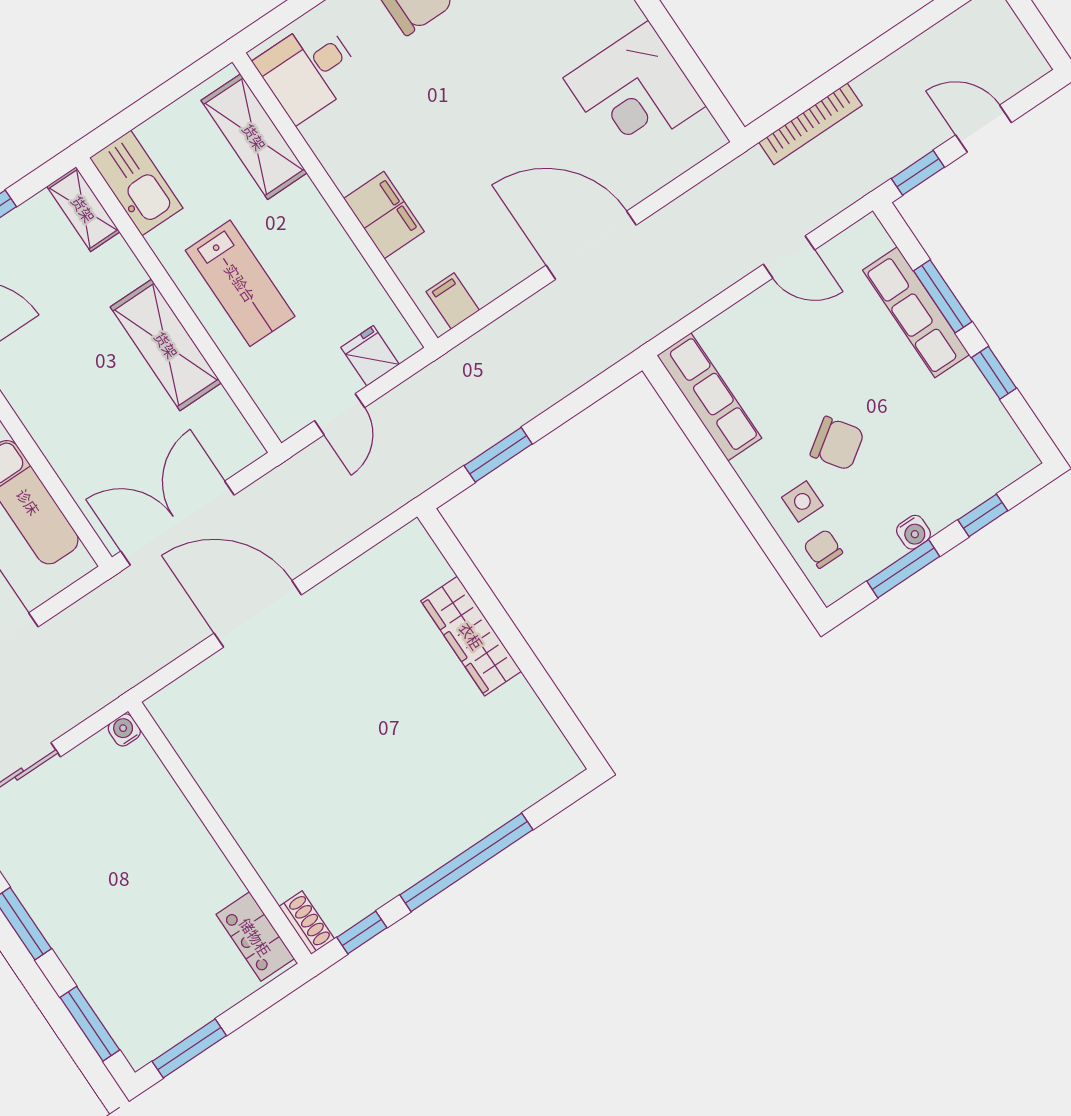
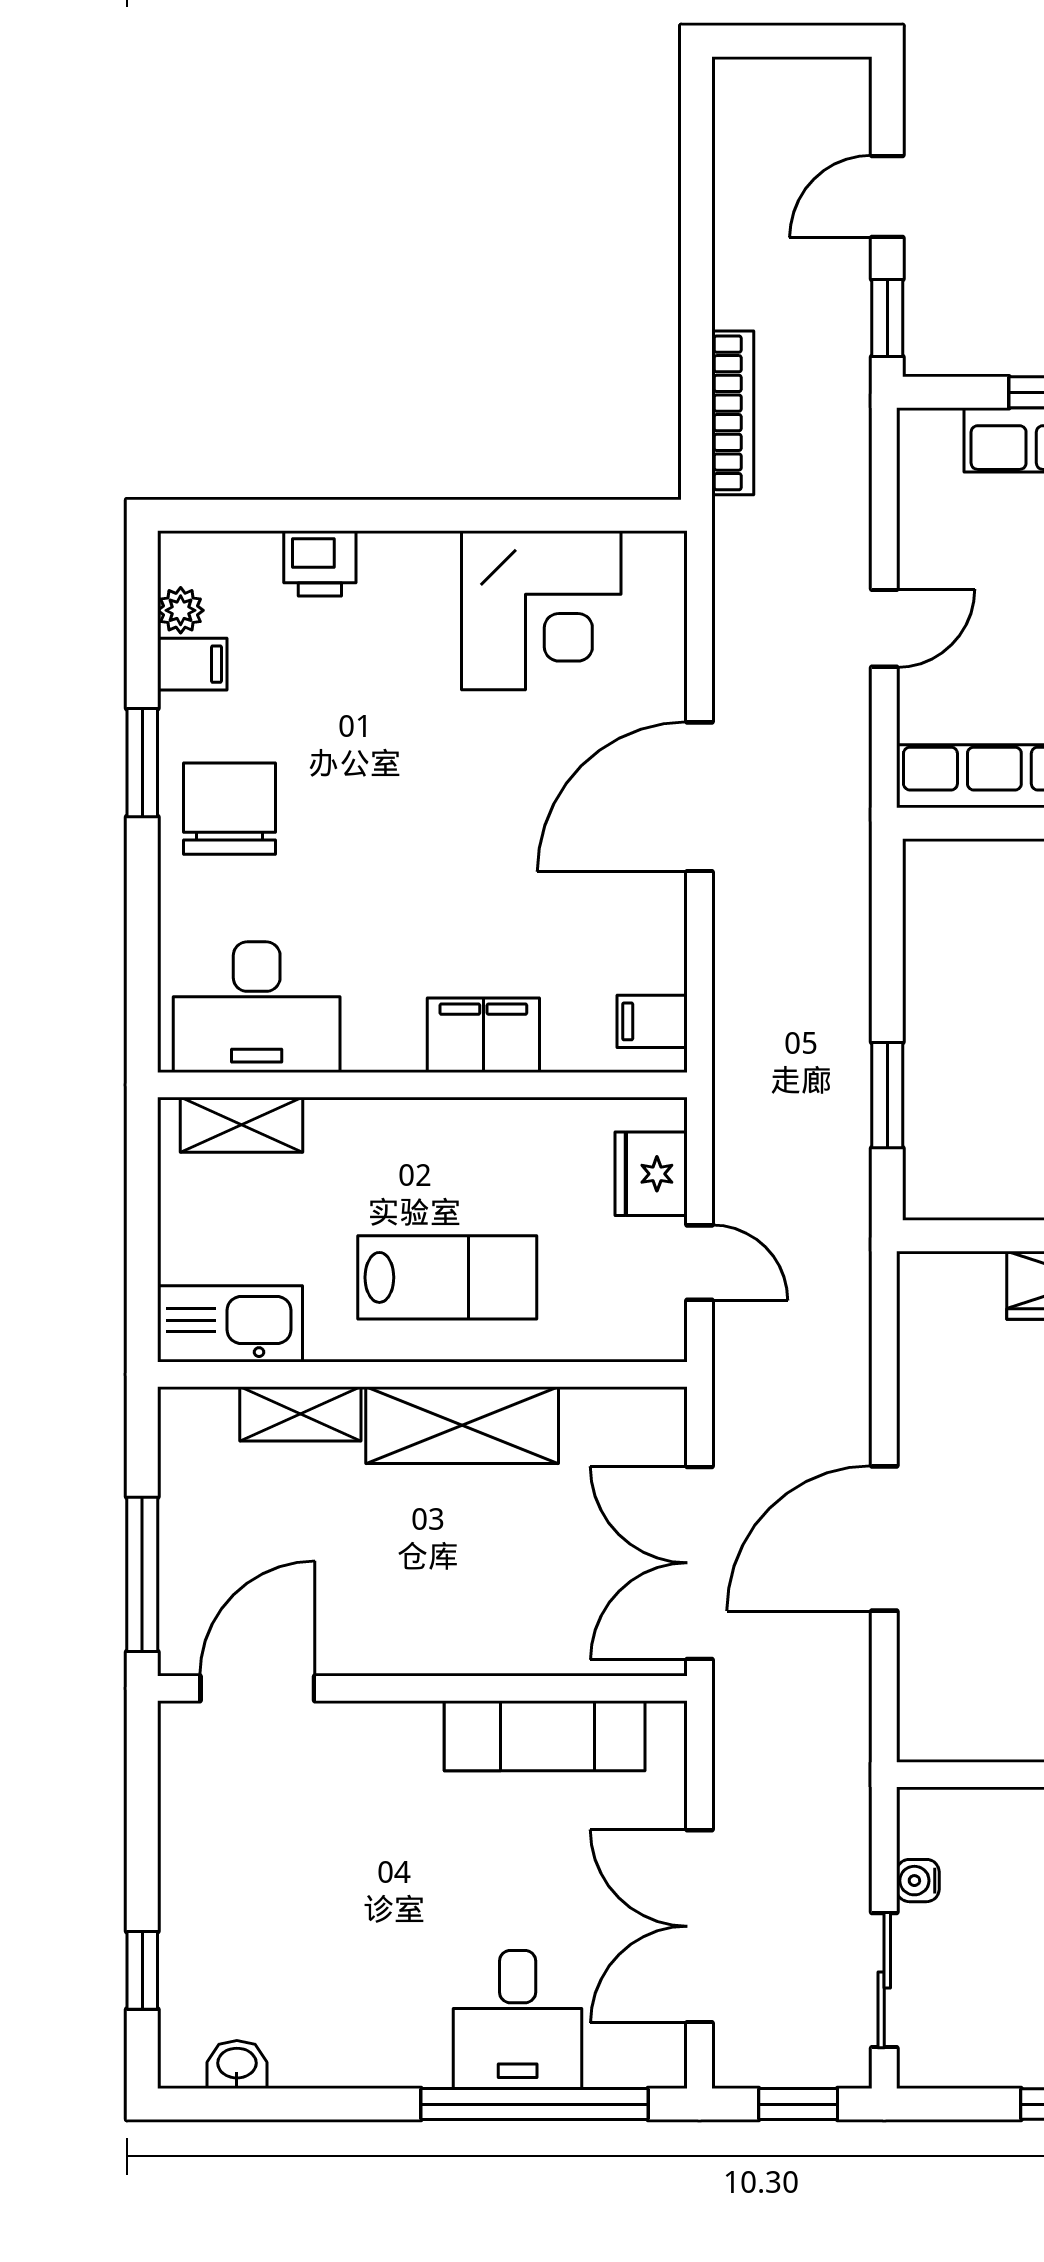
desk: (309, 70) -> (257, 1007), width x1.37
shelving: (254, 137) -> (242, 1125), width x0.67, depth x0.75
shelving: (83, 209) -> (300, 1414), moved
door: (789, 257) -> (884, 628), moved
fridge: (370, 356) -> (651, 1174), width x1.38
water cooler: (124, 730) -> (918, 1881), moved

